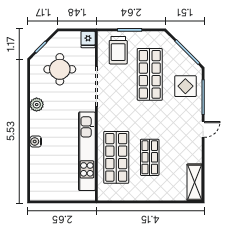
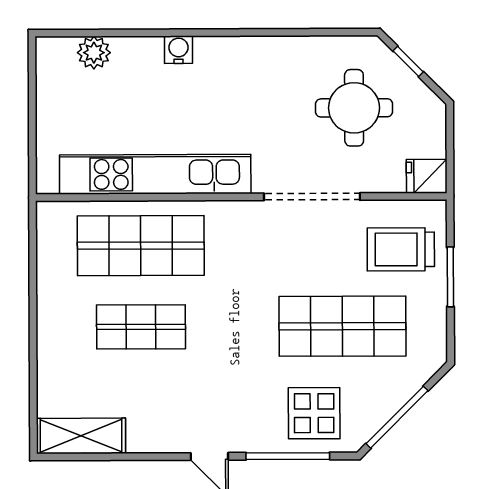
plant: (37, 105) -> (94, 53), moved

